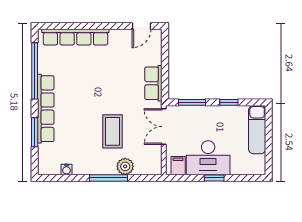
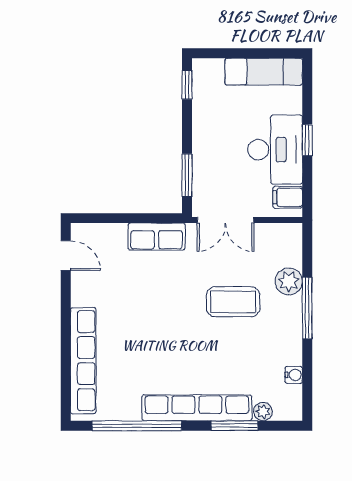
window: (229, 102) -> (187, 85), moved
exam couch: (257, 130) -> (264, 72), moved
plant: (43, 150) -> (263, 412), added

